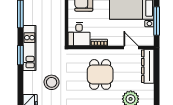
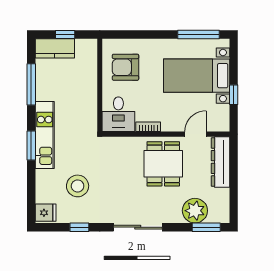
window: (157, 21) -> (234, 95), width x0.46
door: (131, 47) -> (195, 134), hinge flipped
dining table: (100, 74) -> (163, 164), moved

